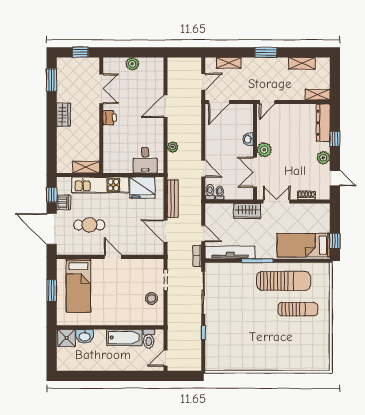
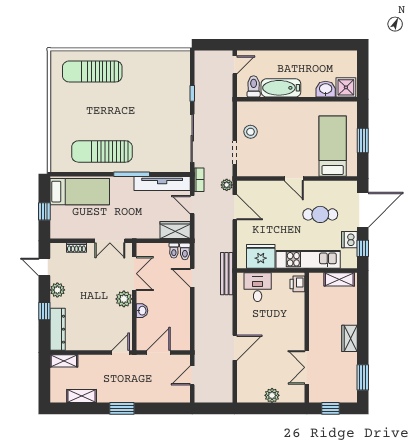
shelving: (229, 63) -> (164, 396), removed
door: (219, 102) -> (159, 352), moved
printer: (110, 118) -> (297, 284), moved
plant: (173, 147) -> (227, 185), moved
shelving: (86, 167) -> (339, 279), moved
bench: (173, 199) -> (227, 274), moved
wardrobe: (247, 211) -> (175, 230), moved
door: (52, 229) -> (363, 210), hinge flipped
window: (335, 241) -> (44, 211), moved
sun lounger: (298, 309) -> (92, 71), moved, width x1.36, depth x1.34

